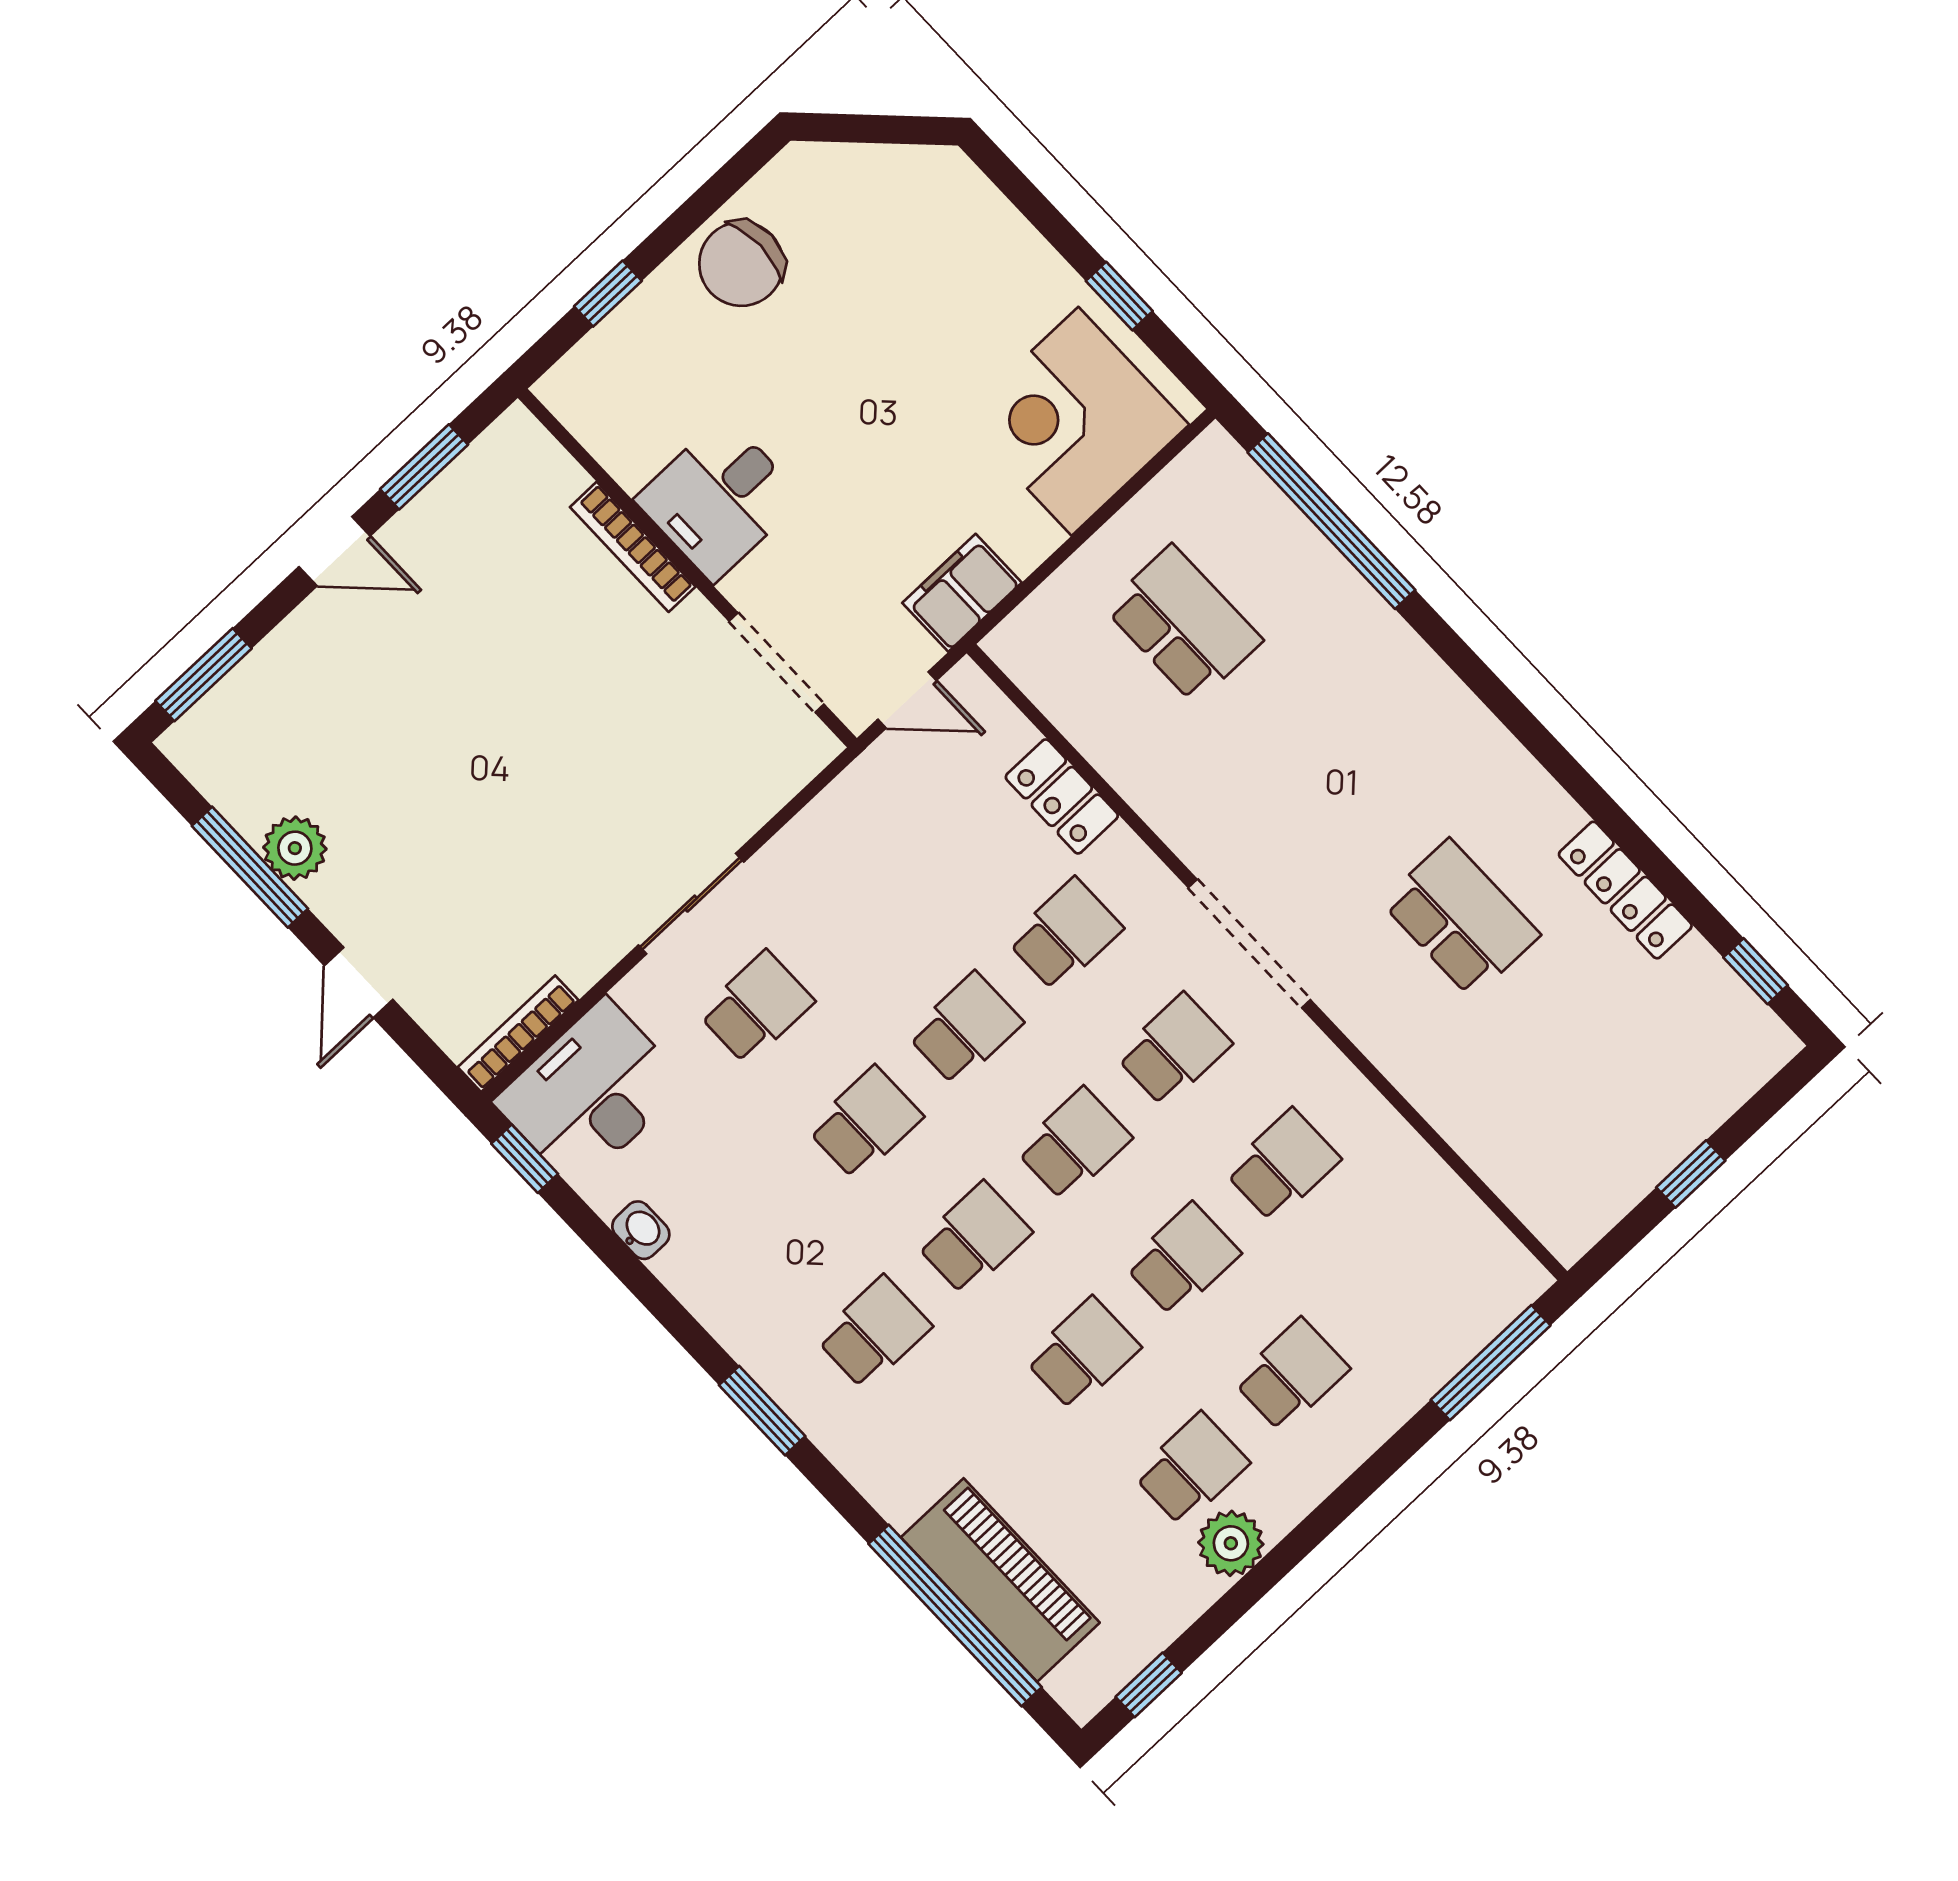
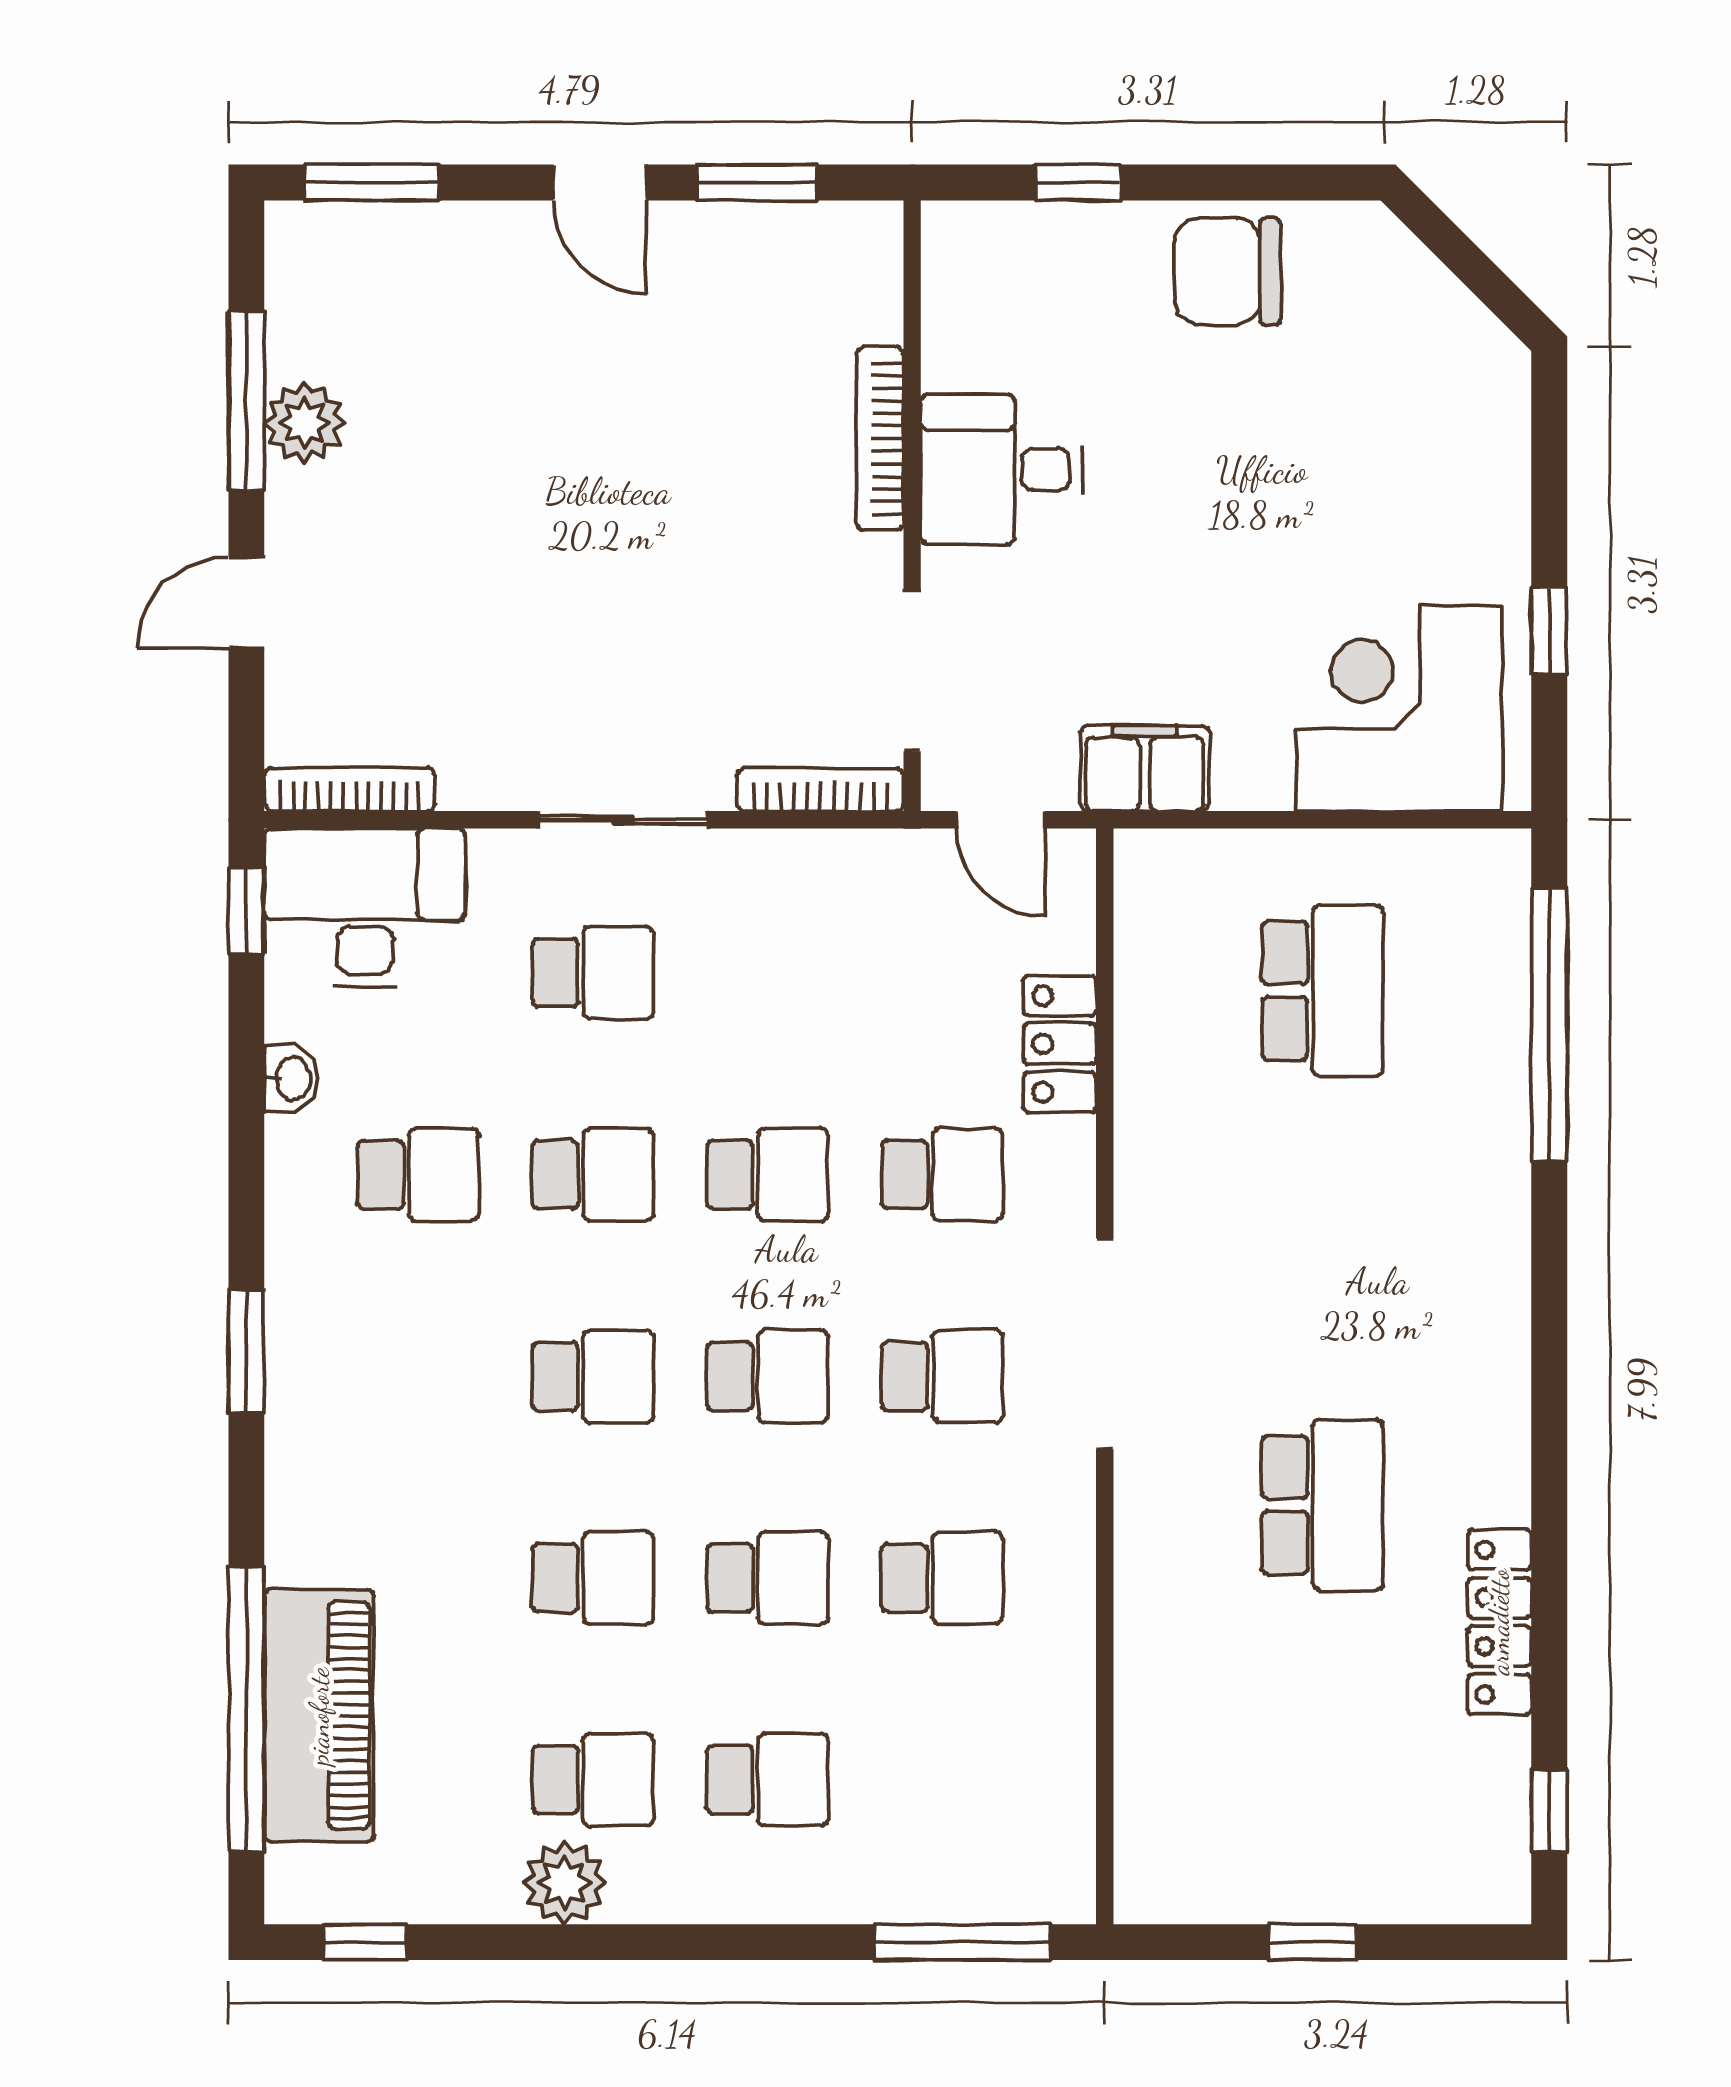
bookcase: (788, 780) -> (820, 790), added
school desk: (874, 1332) -> (418, 1175), moved

